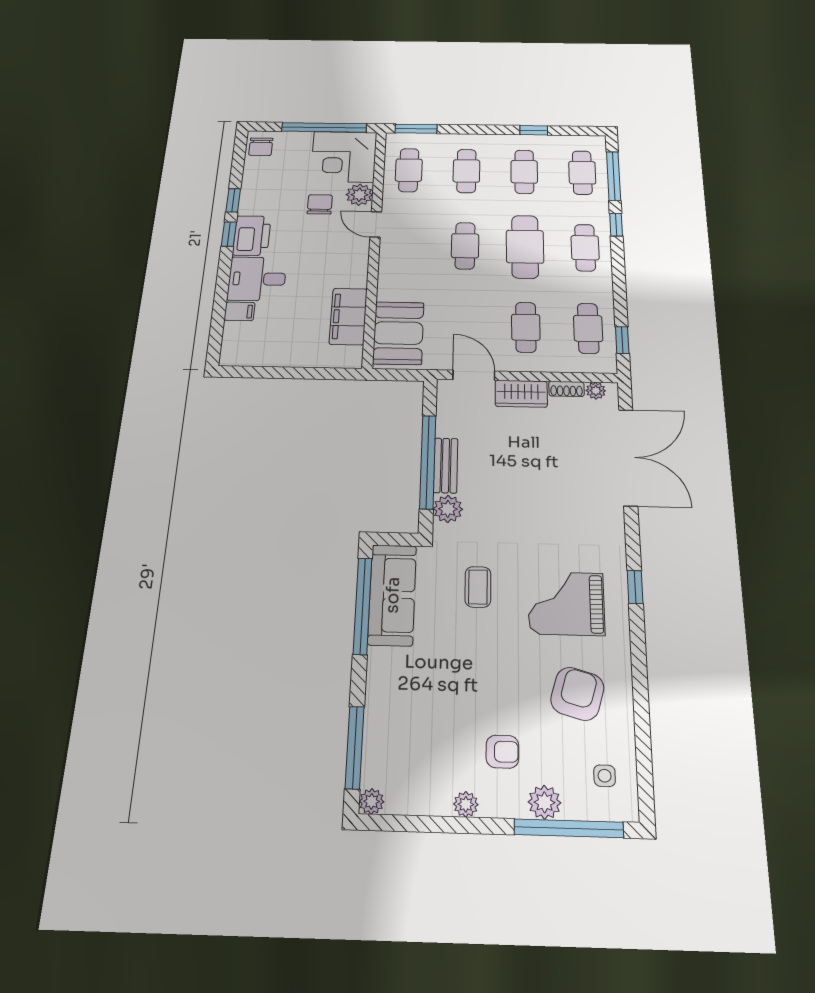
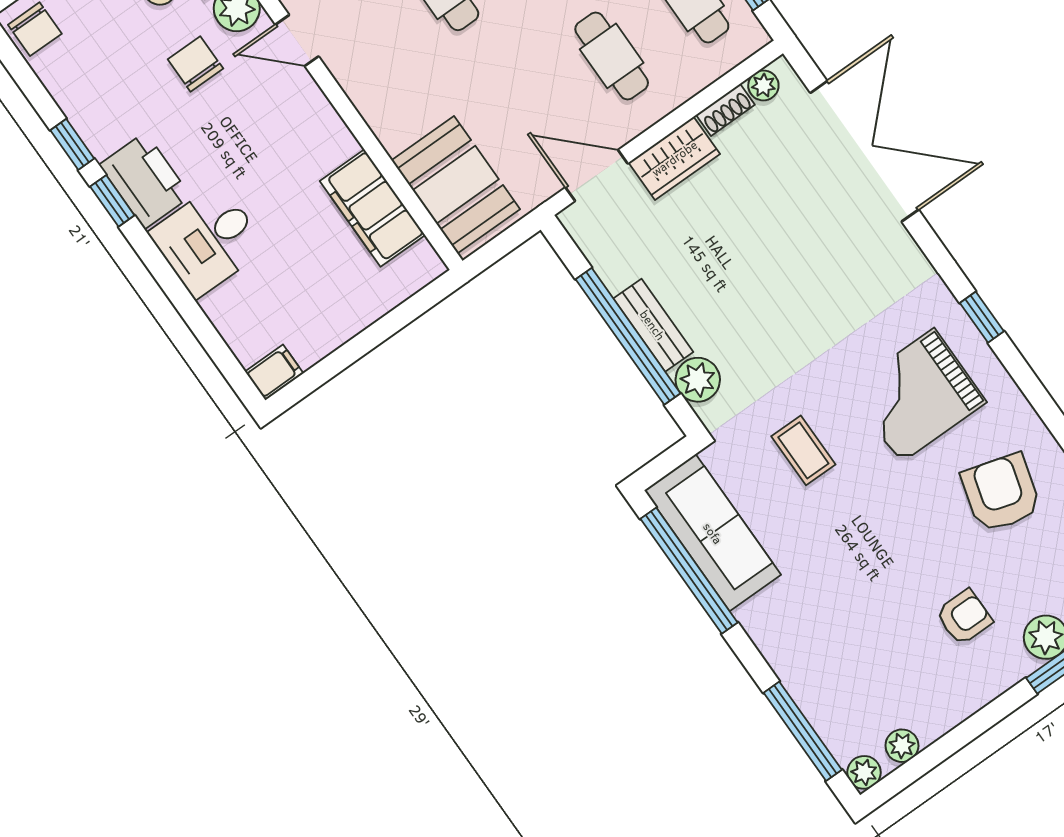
filing cabinet: (240, 311) -> (274, 372), moved
plant: (466, 804) -> (902, 746), moved

